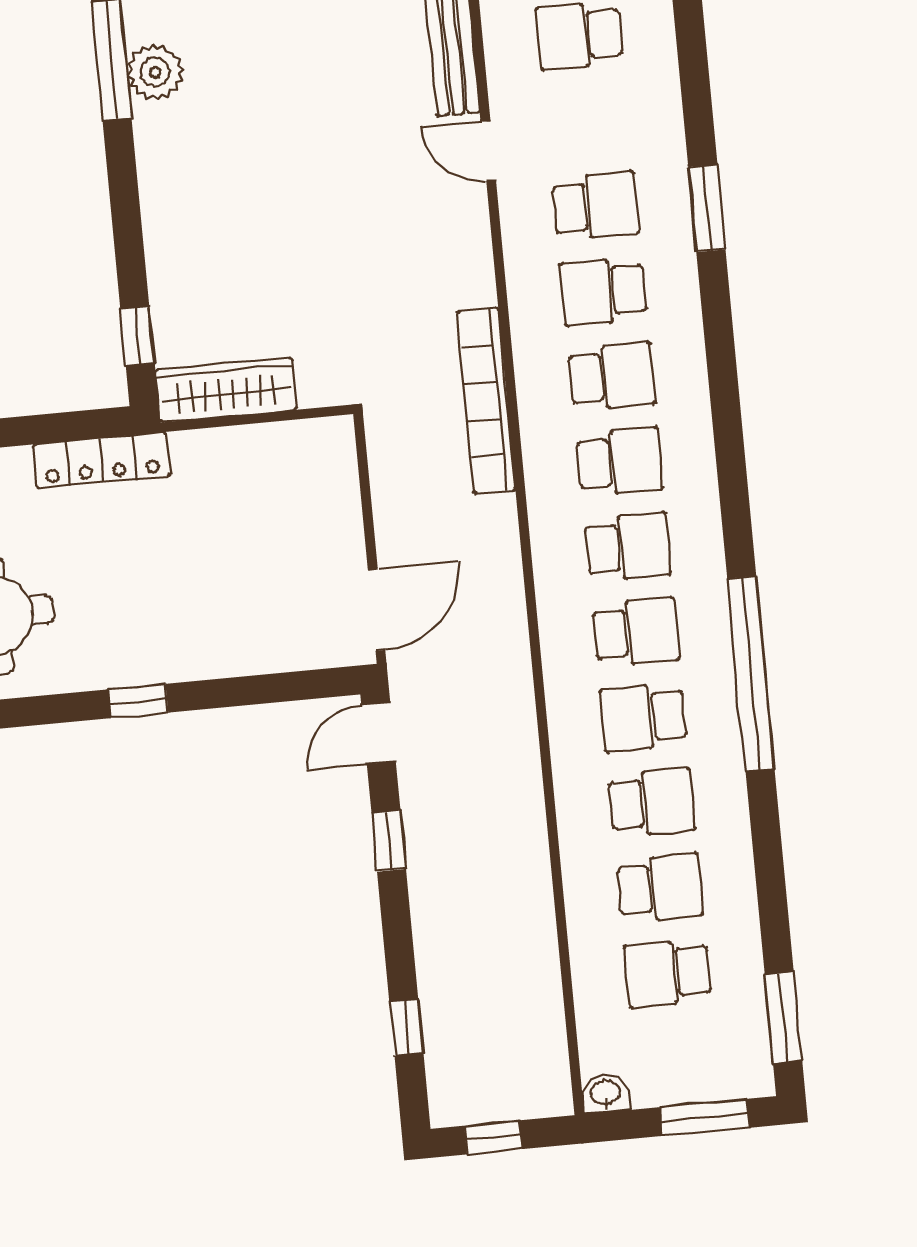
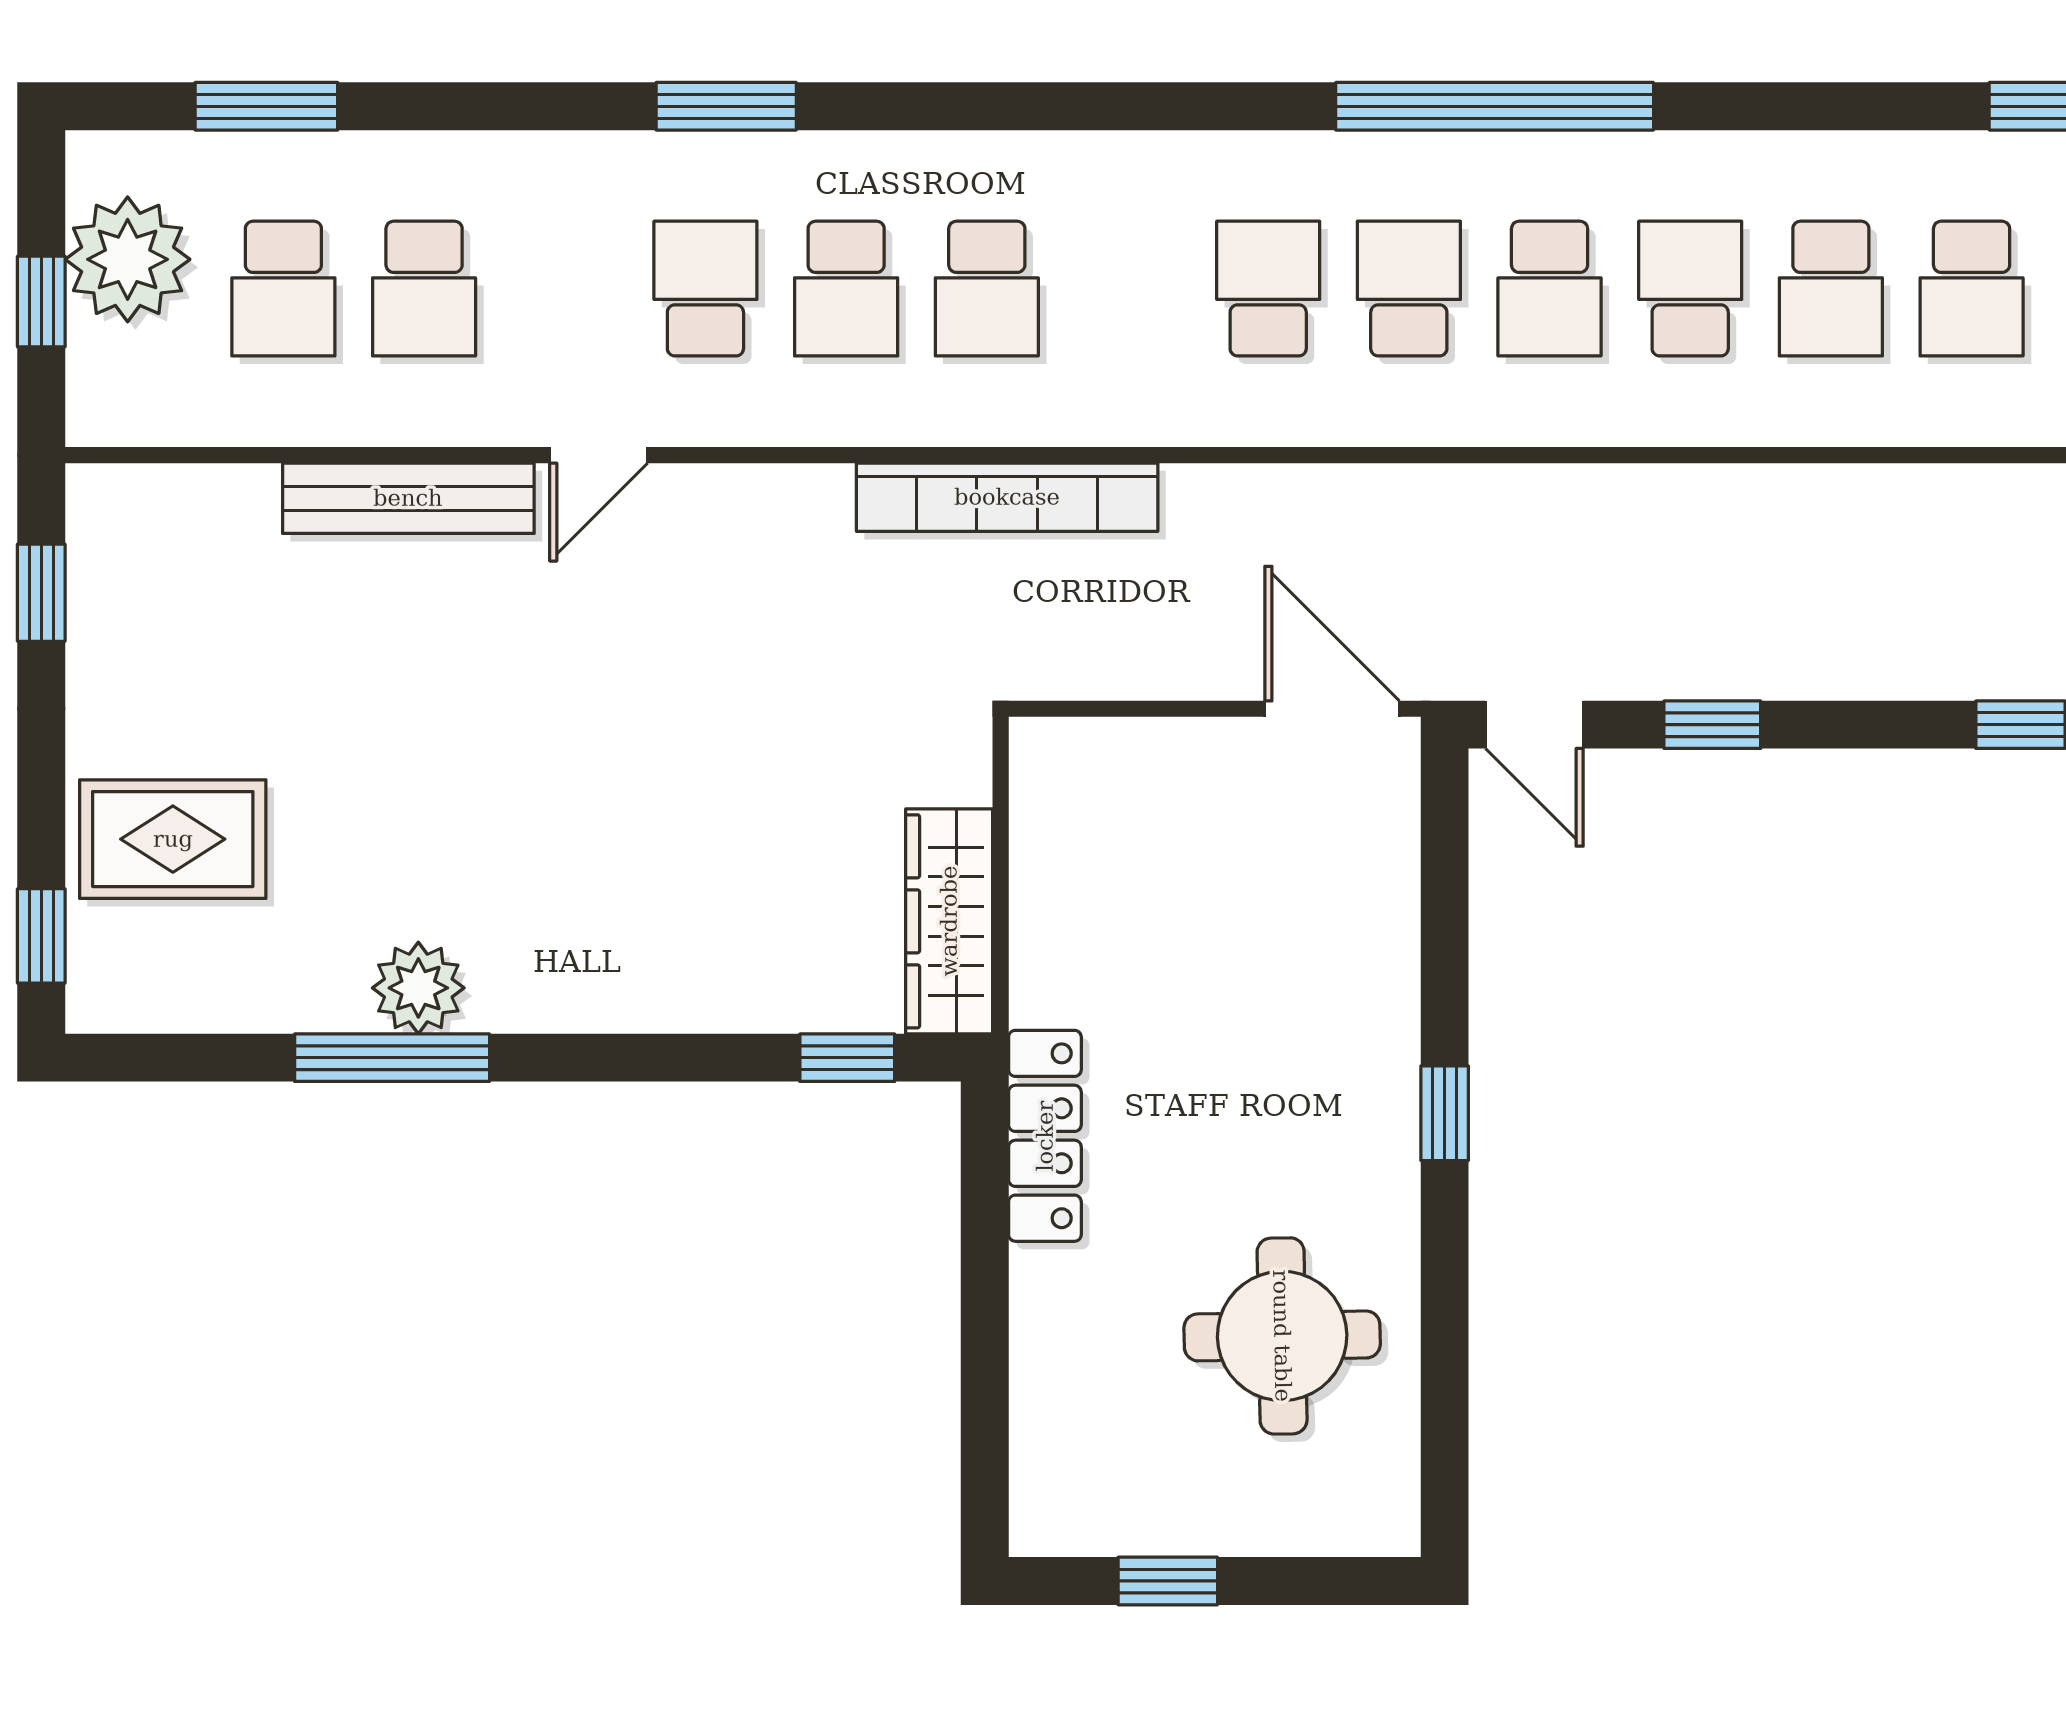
school desk: (611, 376) -> (987, 289), turned 180
school desk: (619, 462) -> (1127, 289), removed
school desk: (660, 888) -> (1831, 289), turned 180

